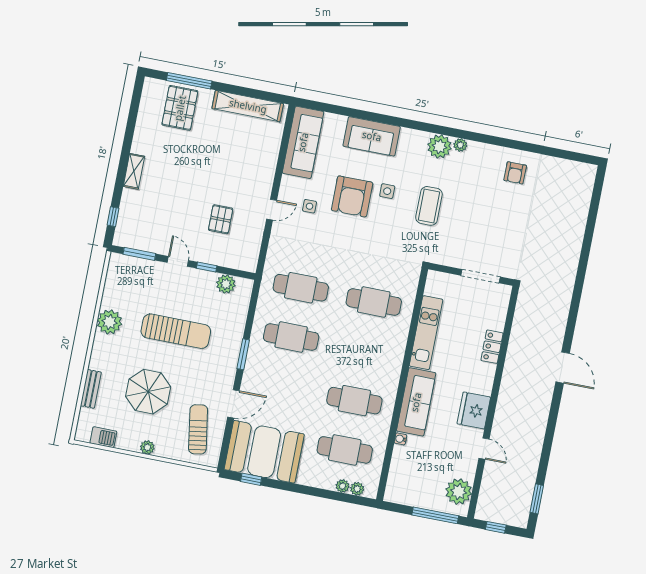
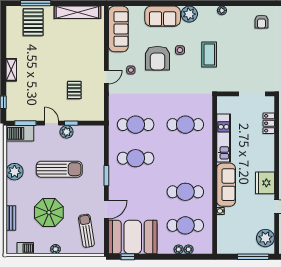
plant: (439, 146) -> (189, 14), moved
barbecue: (128, 267) -> (20, 133), added
plant: (226, 284) -> (67, 132), moved
locker: (492, 347) -> (269, 123), moved
plant: (357, 489) -> (179, 249), moved

